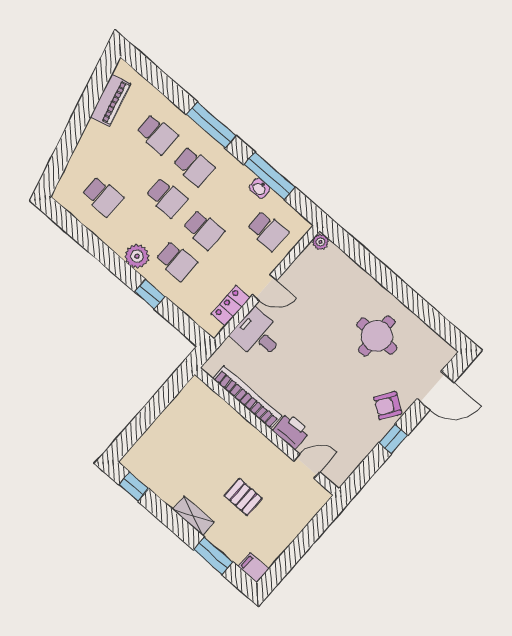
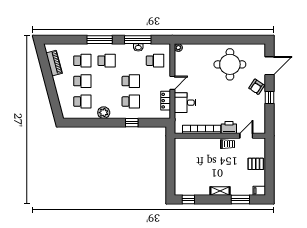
school desk: (167, 198) -> (82, 81), moved
plant: (137, 256) -> (104, 113), moved
round table: (377, 336) -> (230, 64), width x1.36, depth x1.36
trolley: (267, 454) -> (227, 144), added
pallet: (243, 497) -> (256, 164), moved

